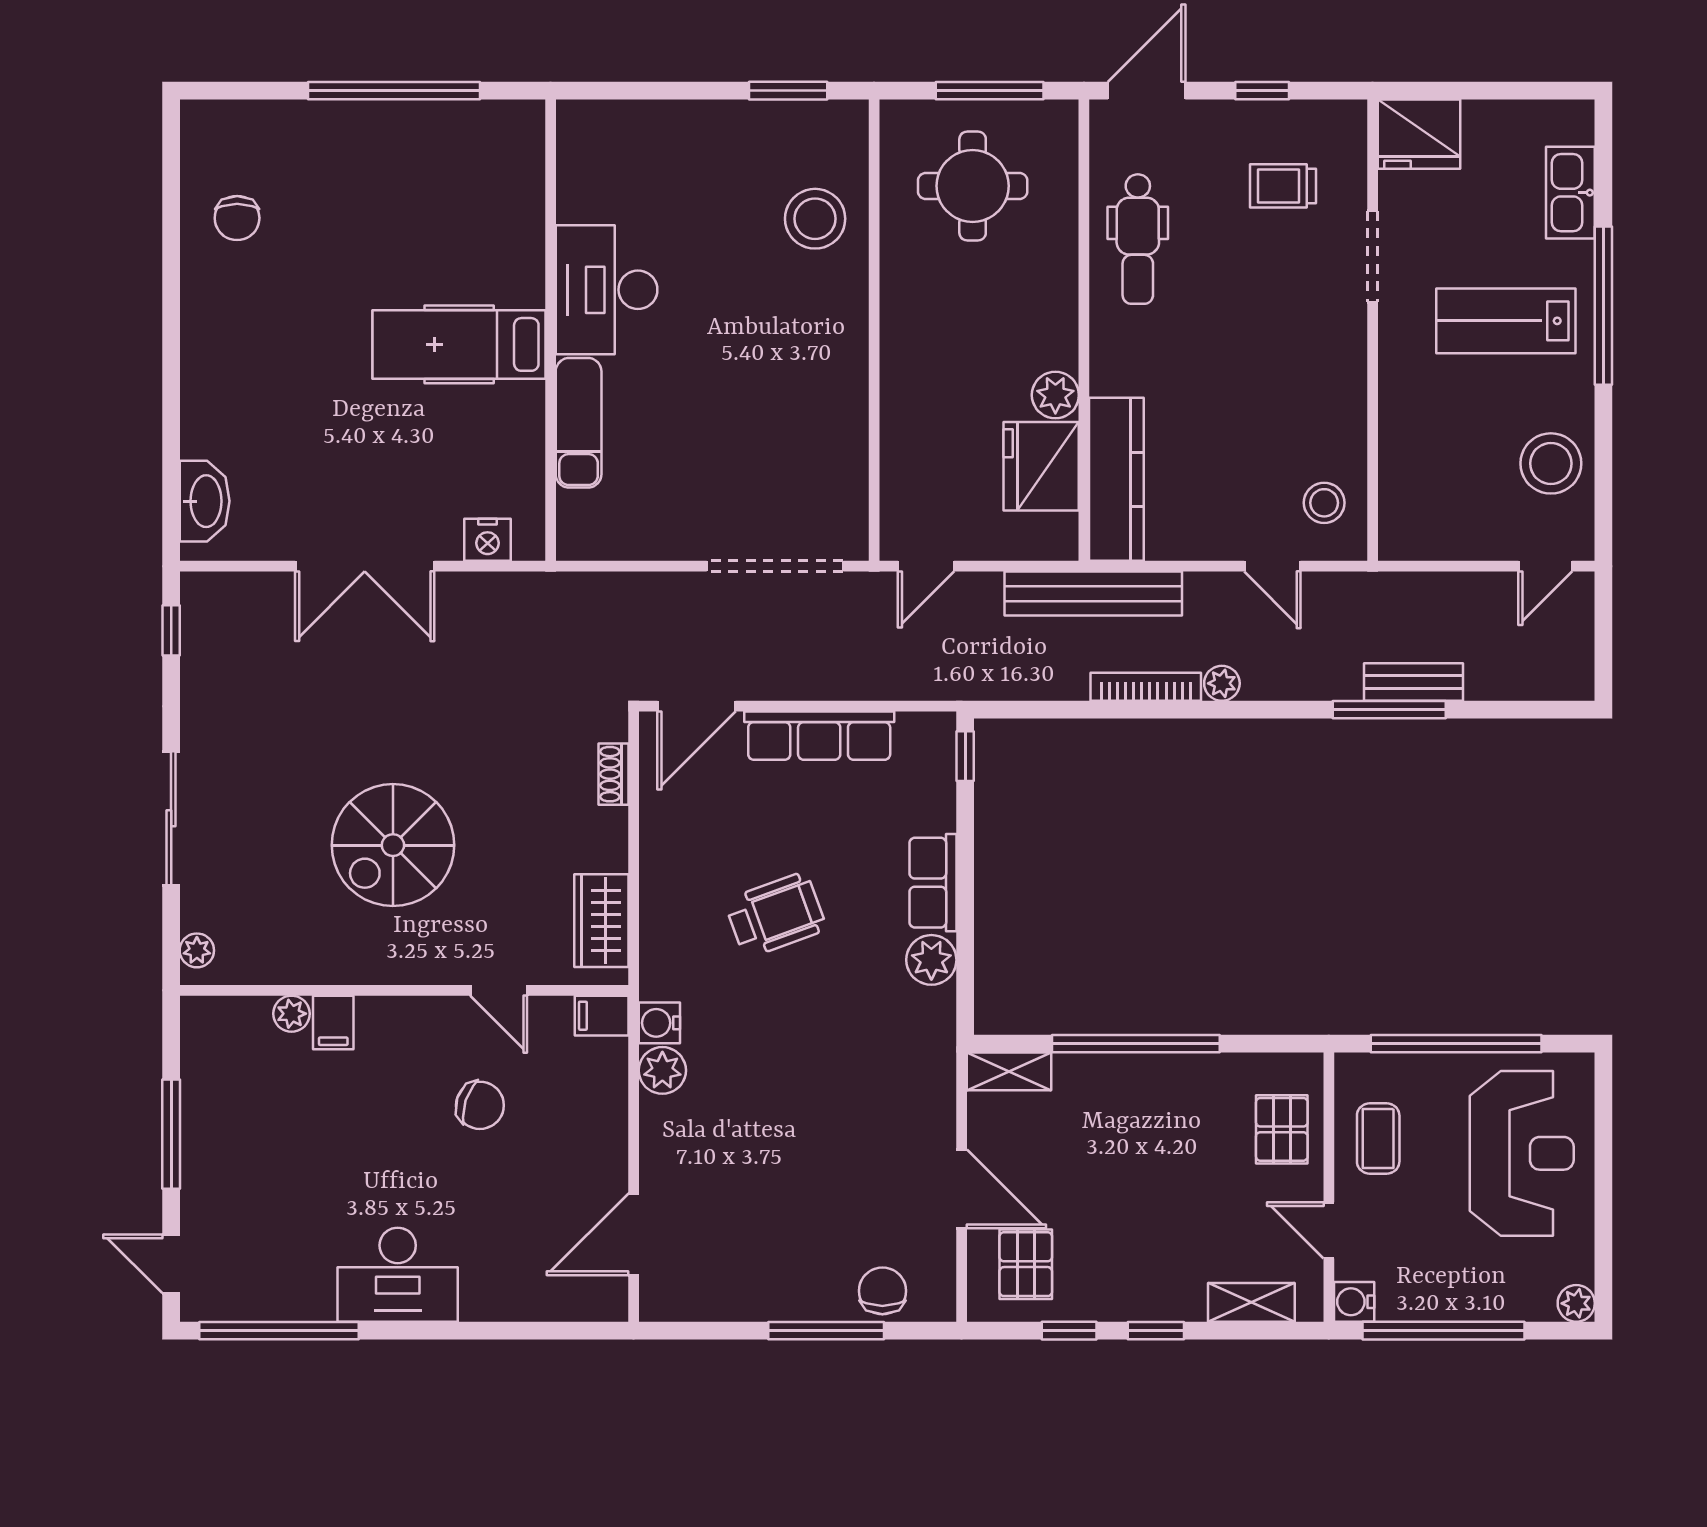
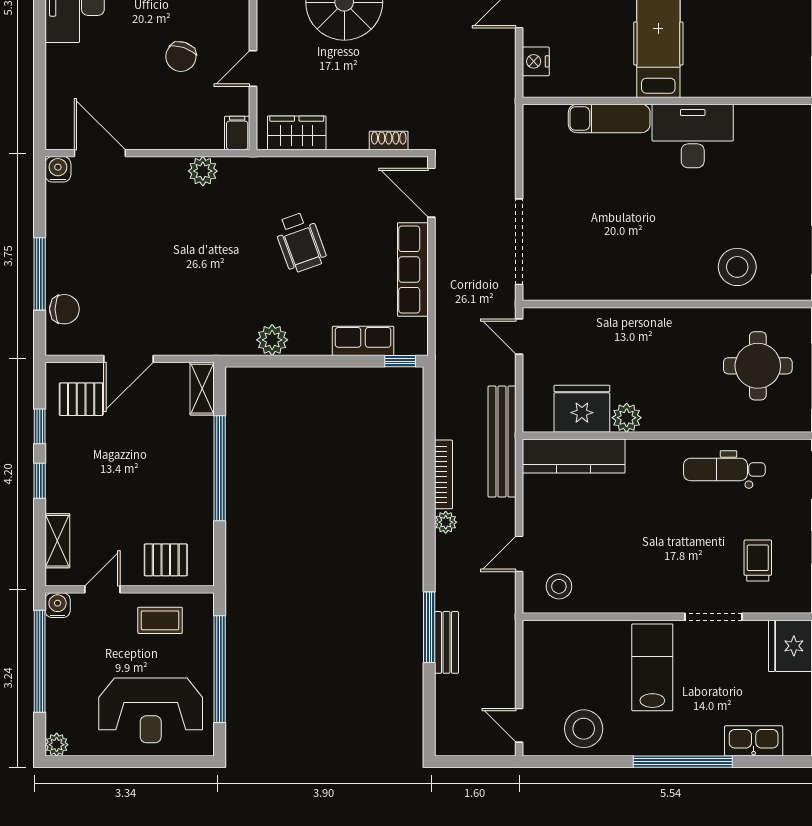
lab bench: (1506, 321) -> (652, 667), moved
row of seats: (933, 883) -> (363, 341), moved
water cooler: (659, 1023) -> (58, 169), moved

